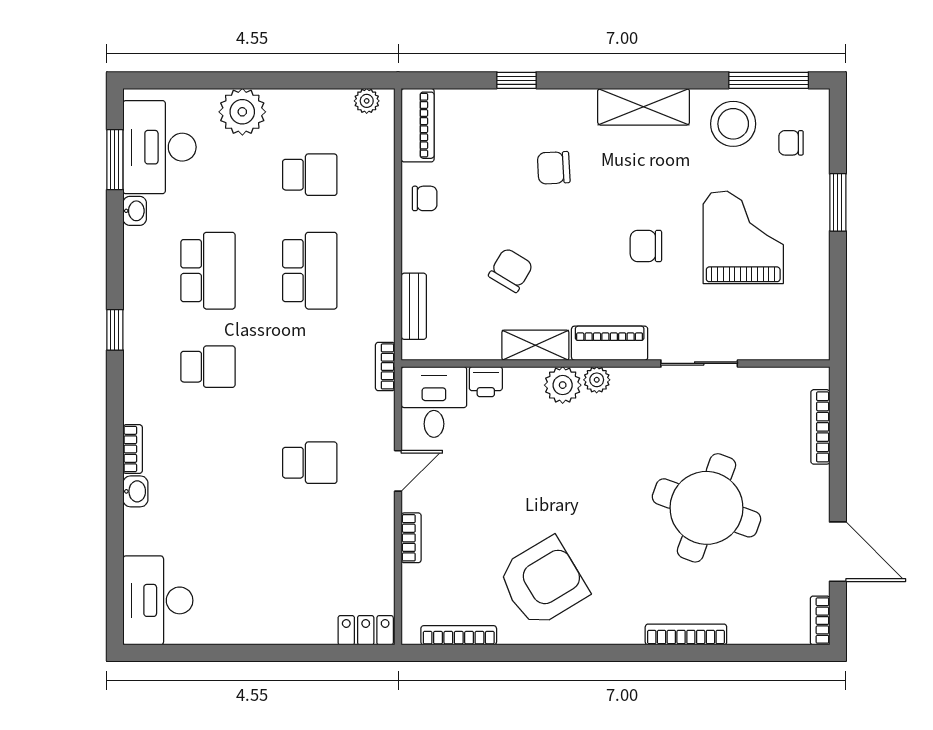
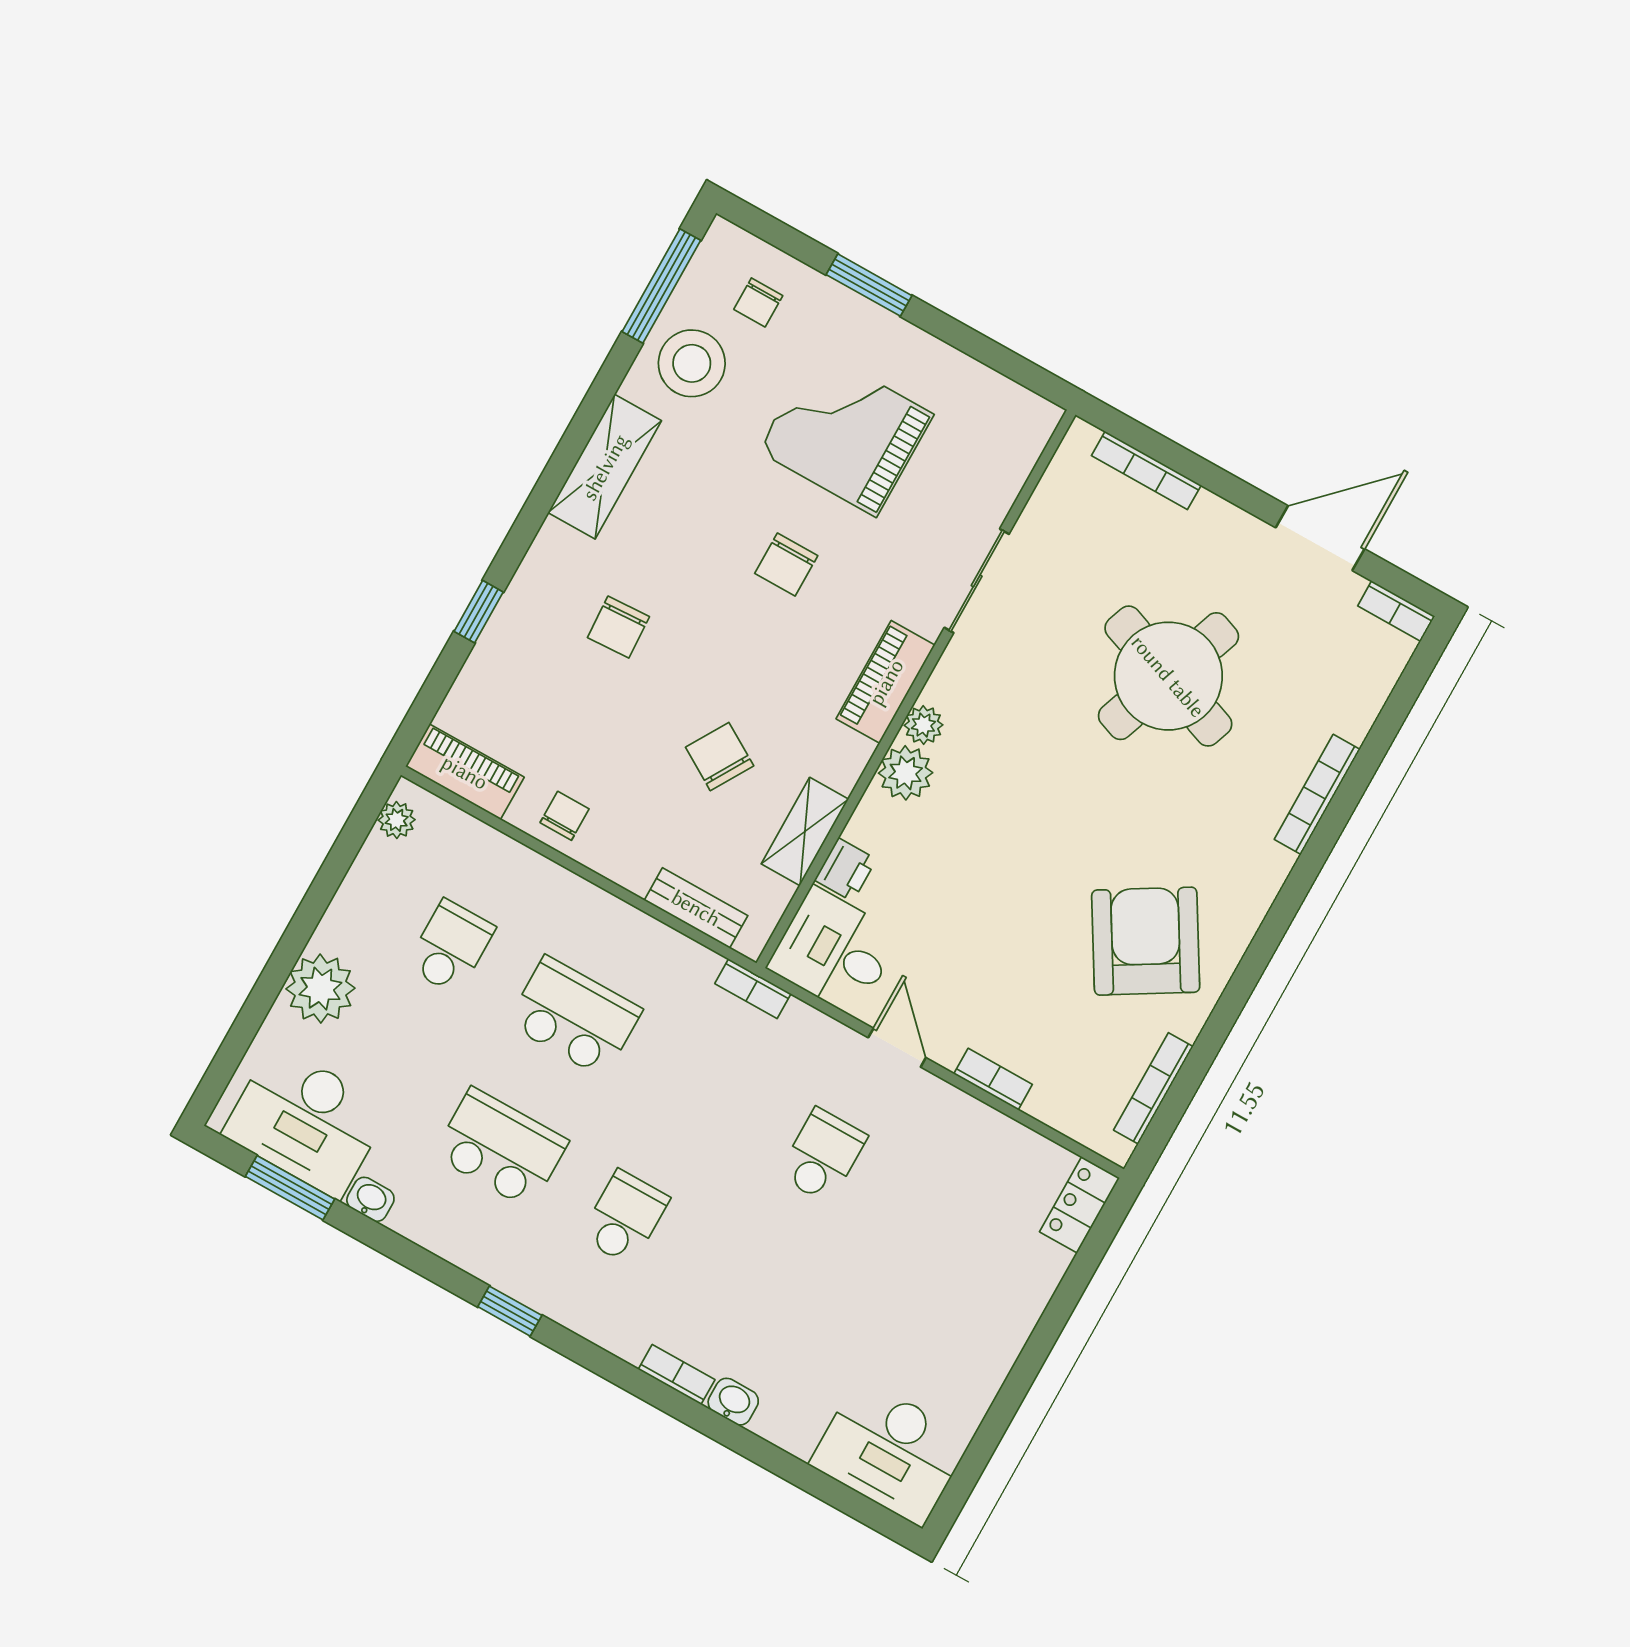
shelving: (535, 345) -> (805, 832), moved

